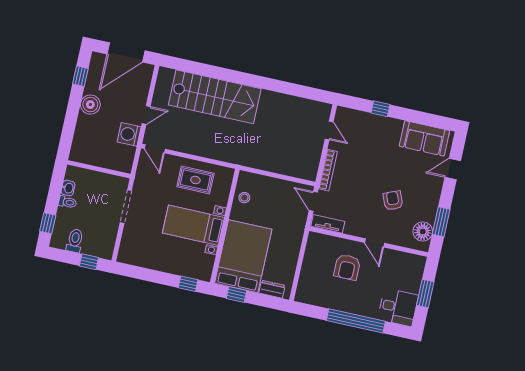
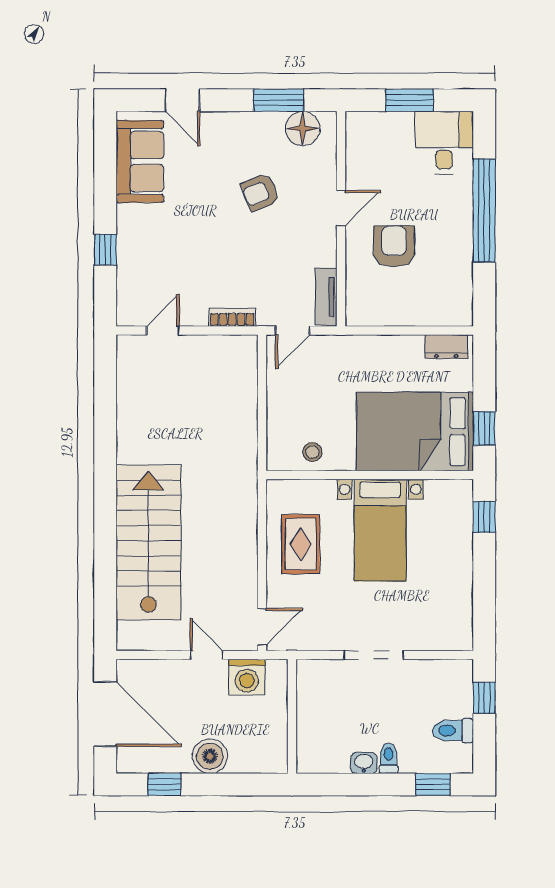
wall: (99, 169) -> (292, 716), moved
bookcase: (328, 170) -> (232, 317), width x0.64
armchair: (347, 267) -> (394, 246), turned -90
dresser: (272, 289) -> (446, 347), moved, turned -90

